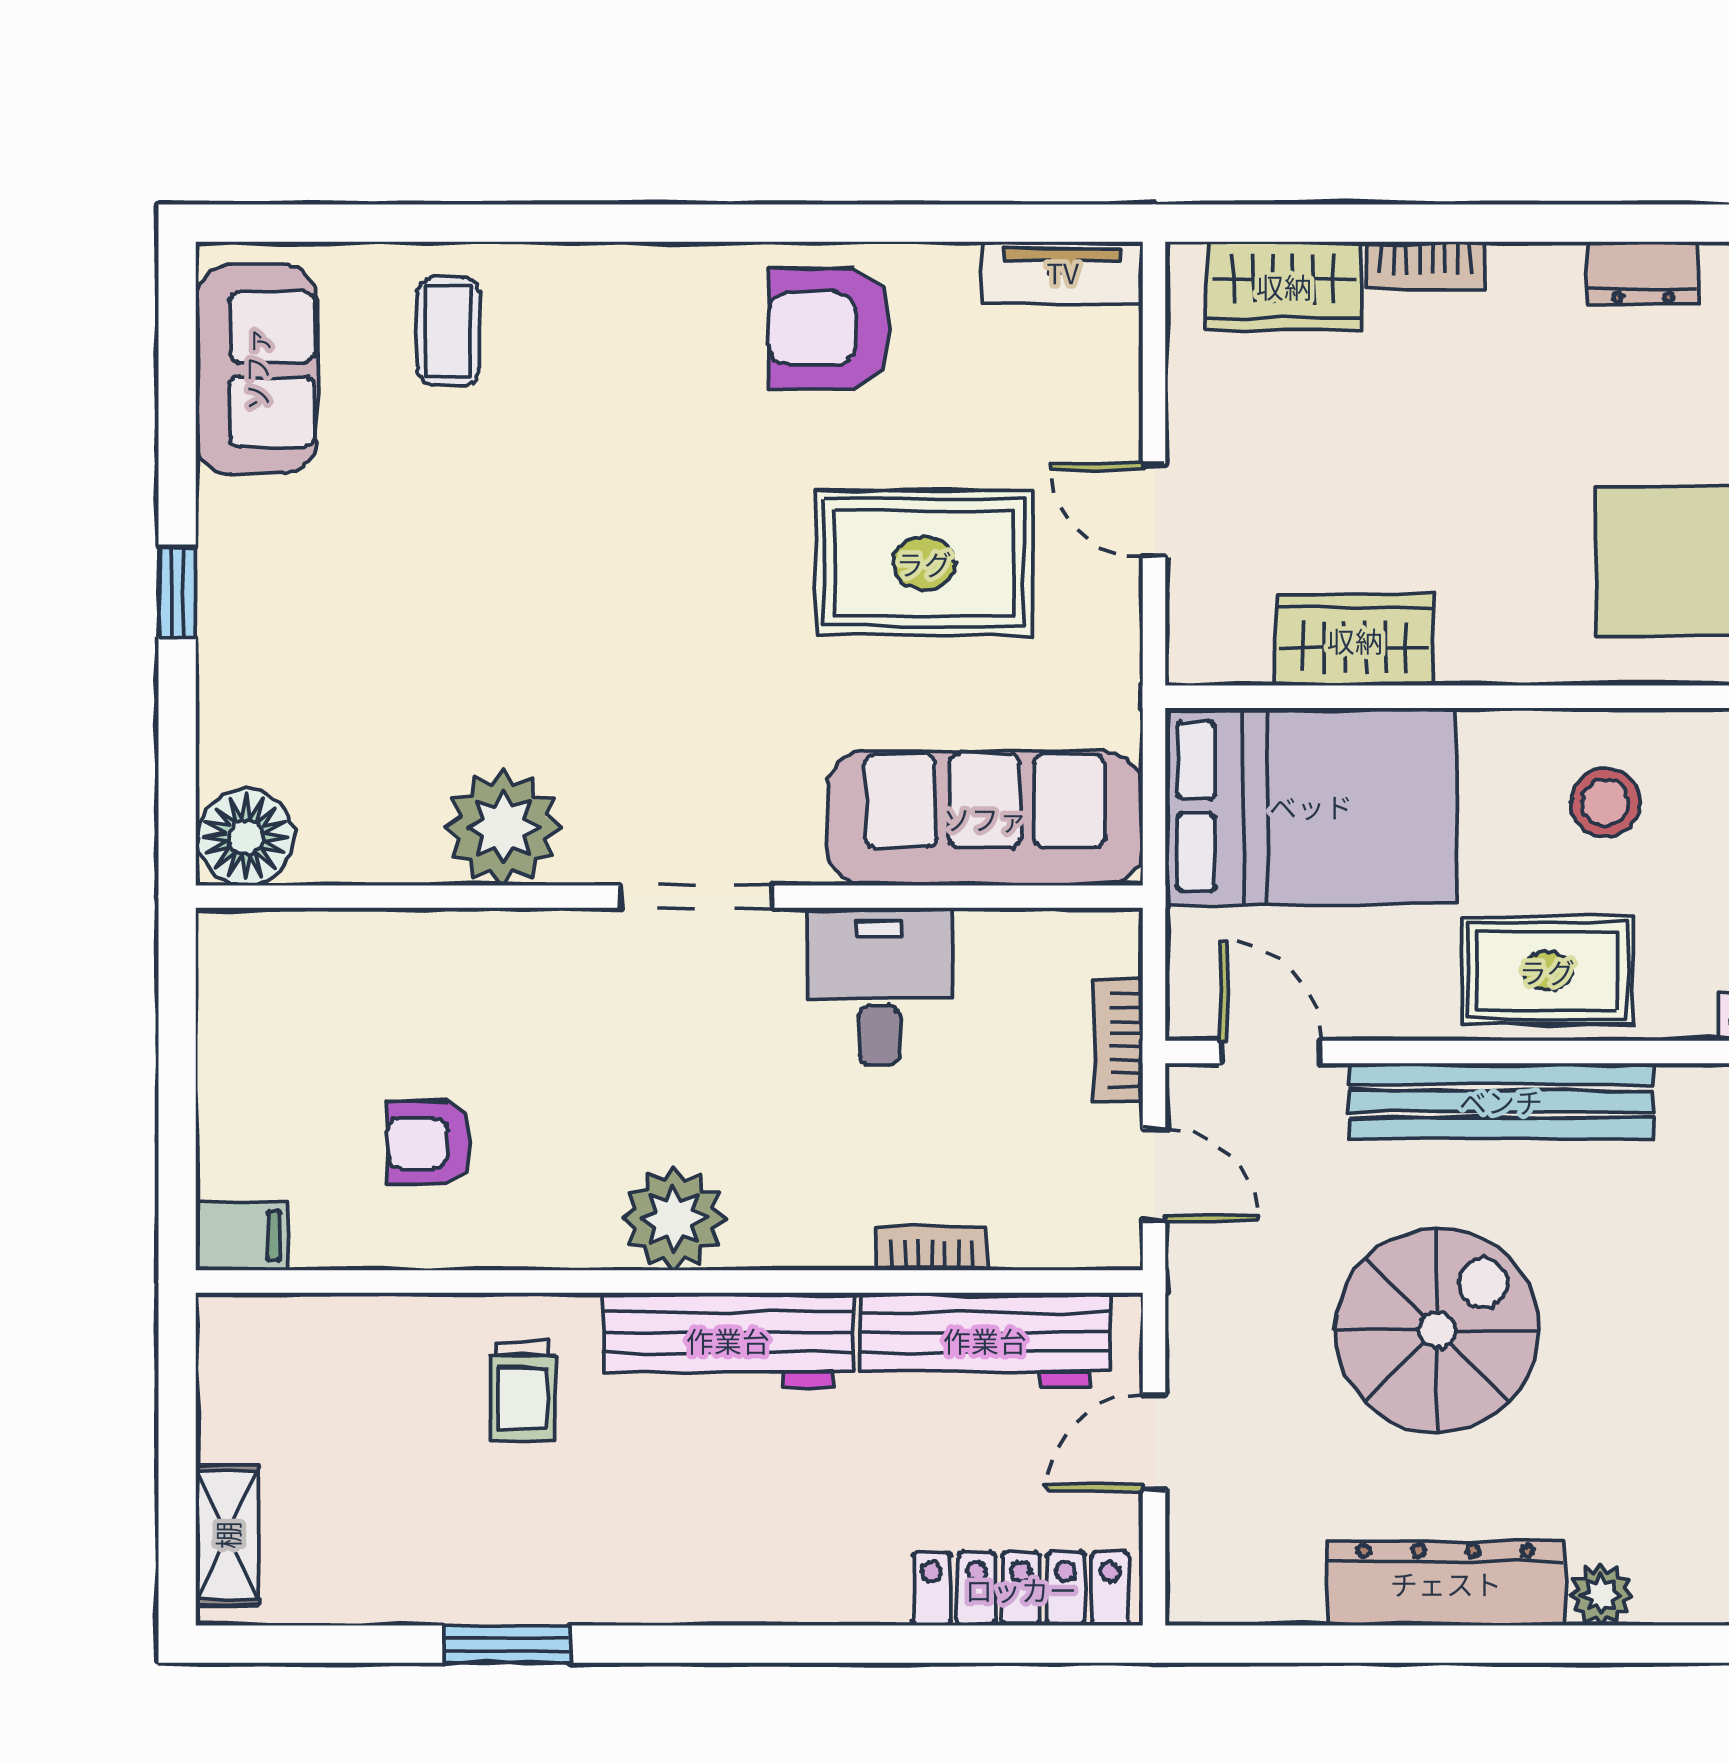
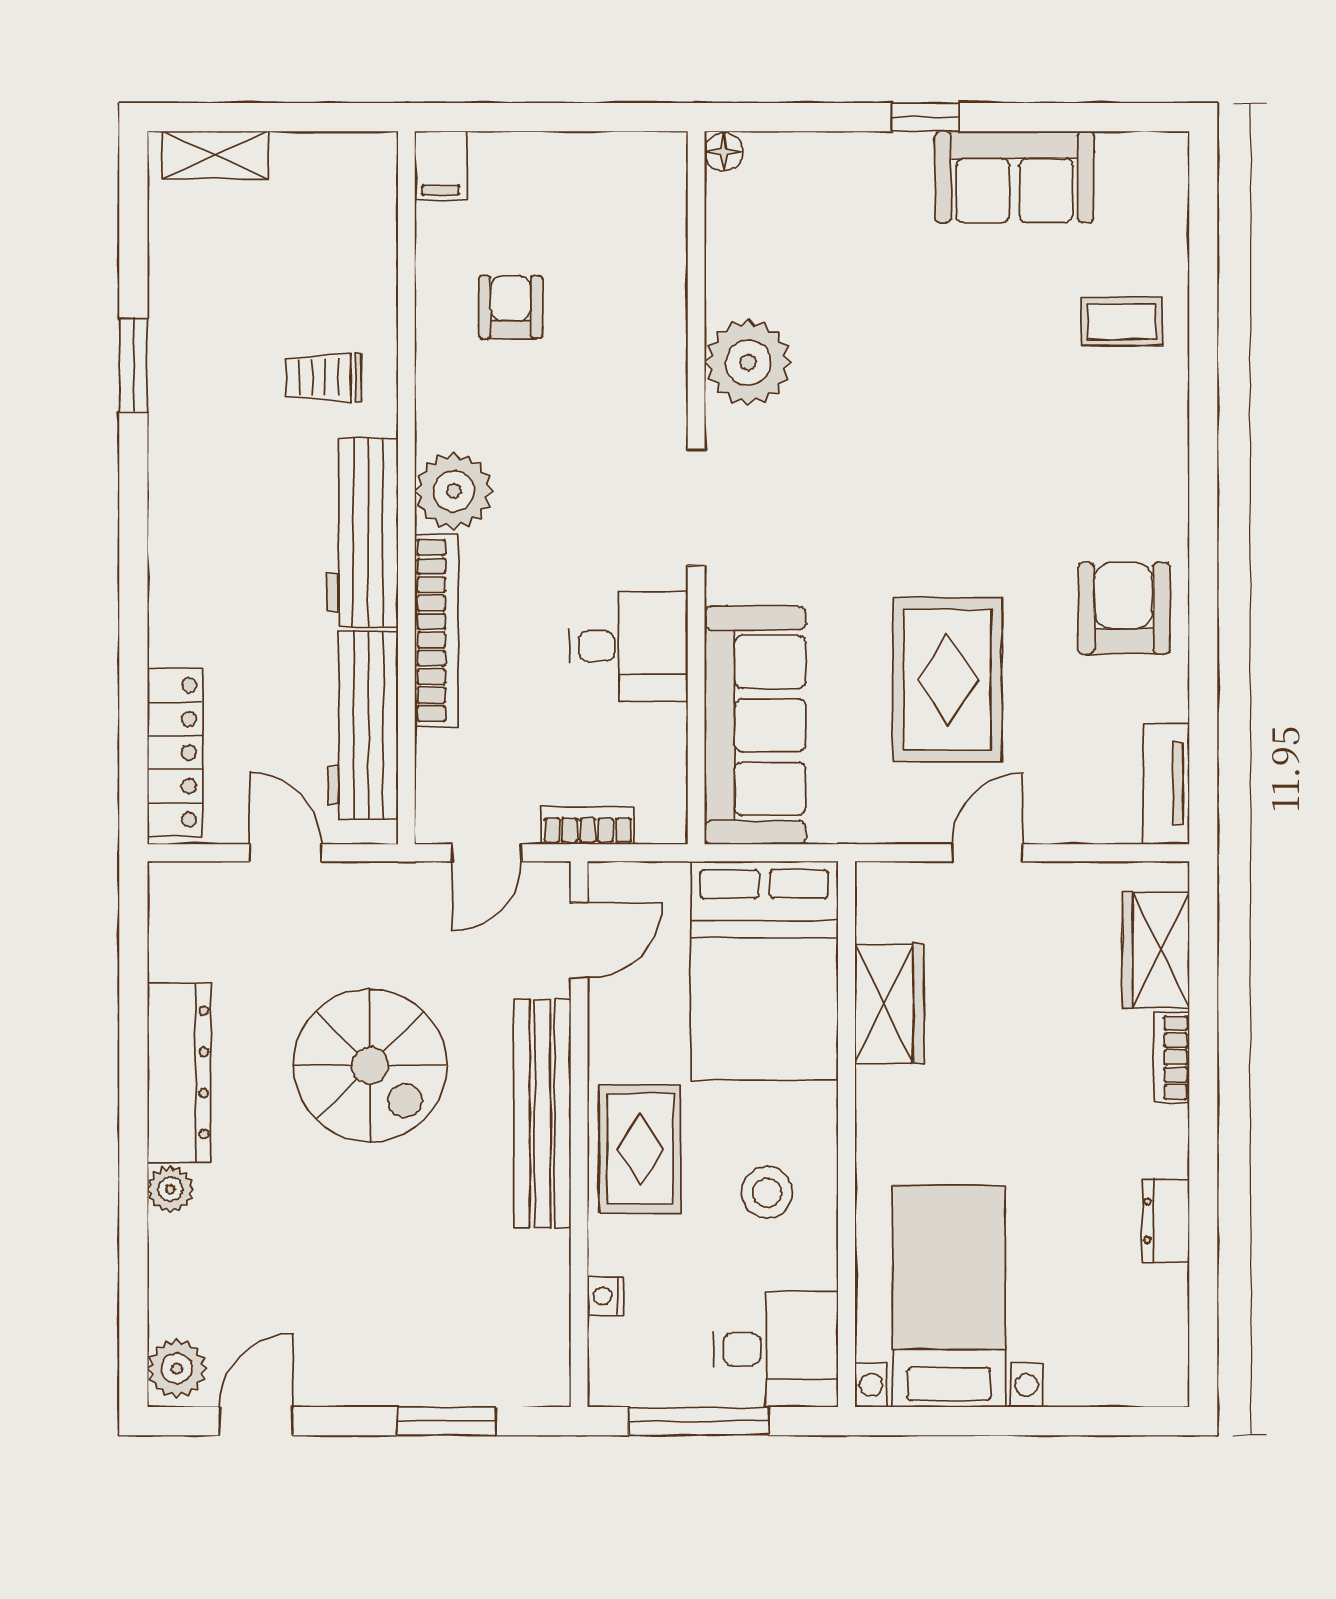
sofa: (256, 369) -> (1014, 177), moved
floor lamp: (246, 837) -> (724, 152), width x0.53, depth x0.53
bookcase: (932, 1248) -> (437, 631), width x2.31, depth x1.31

